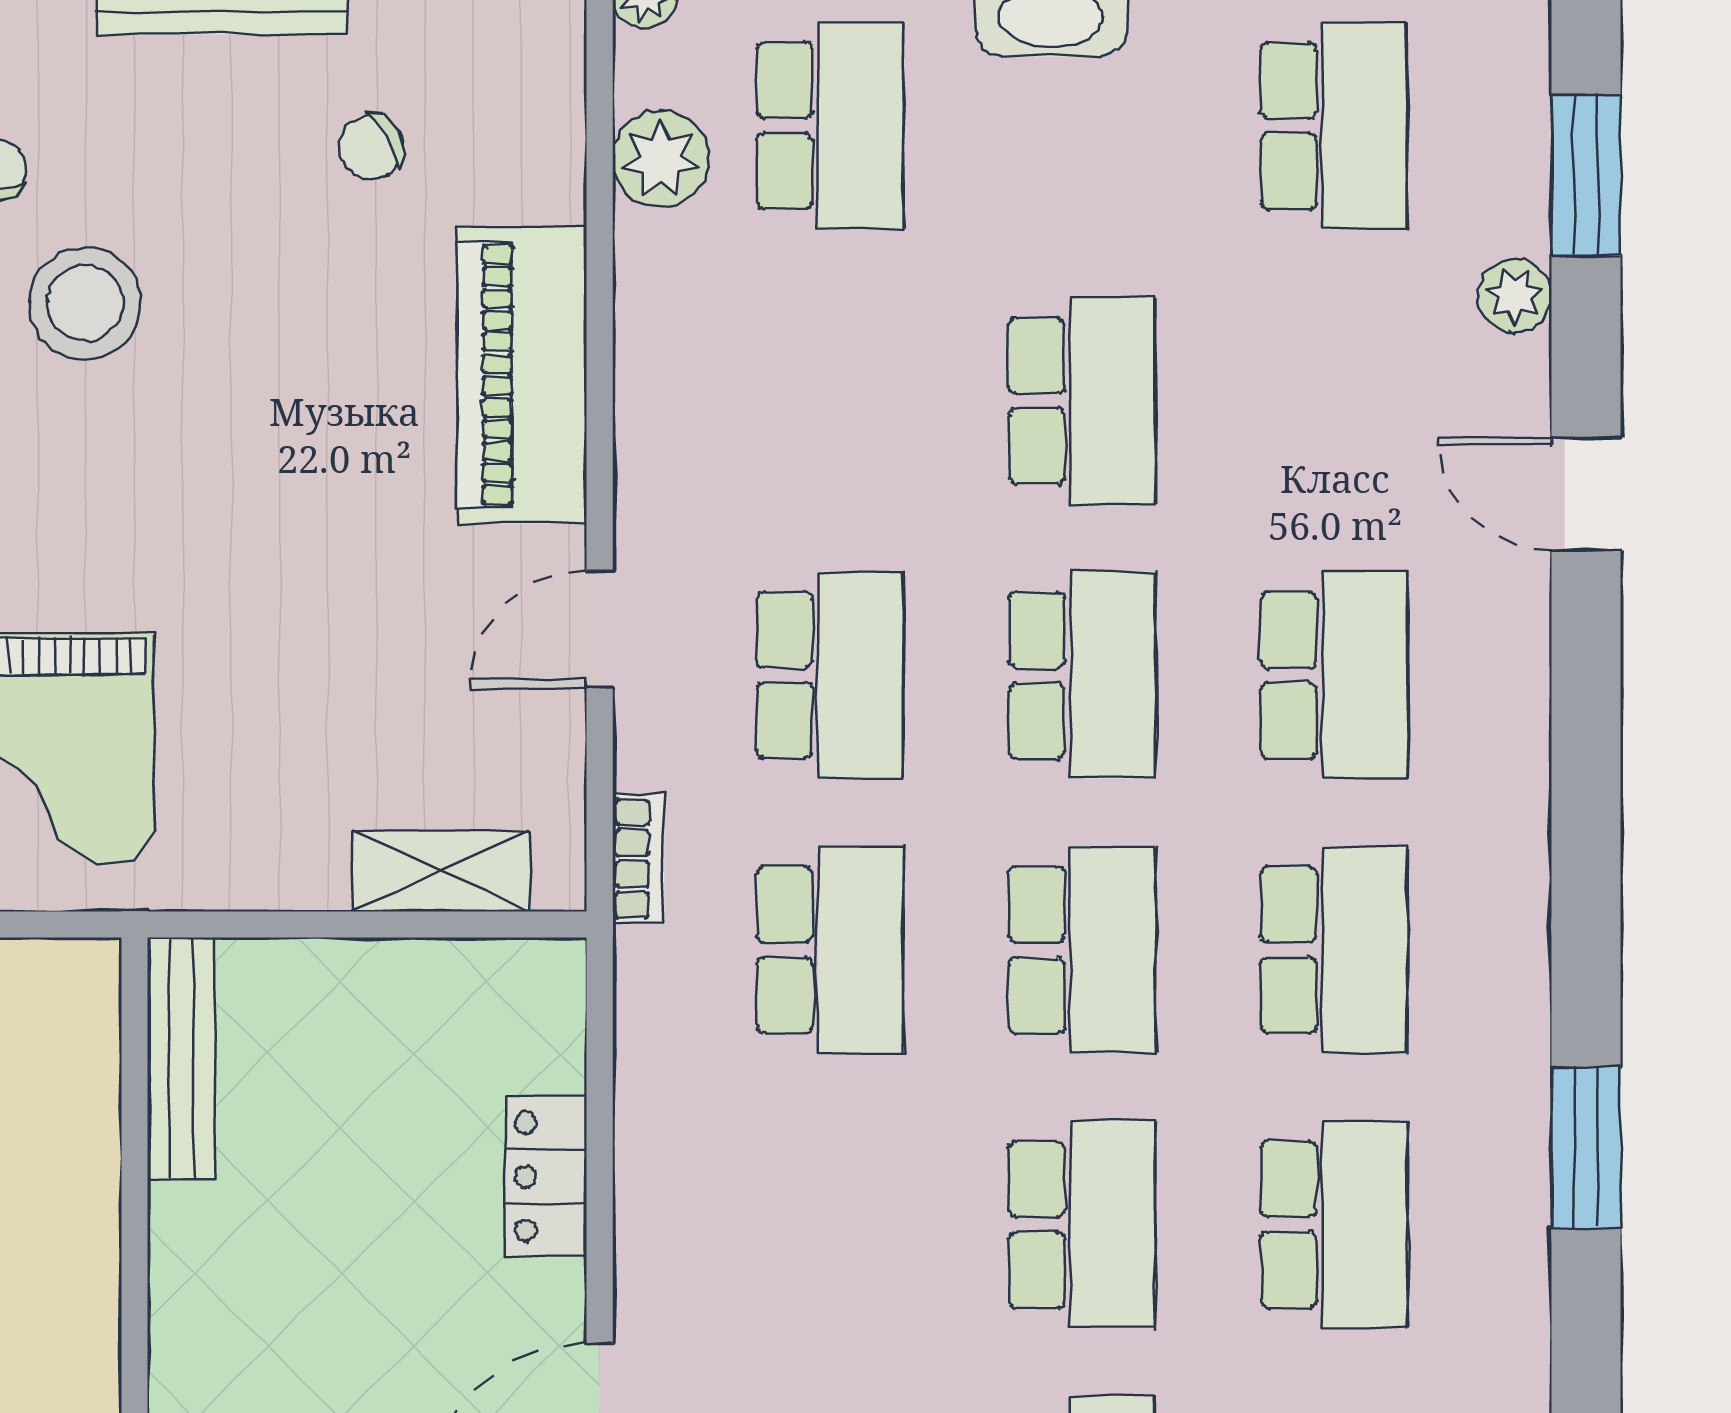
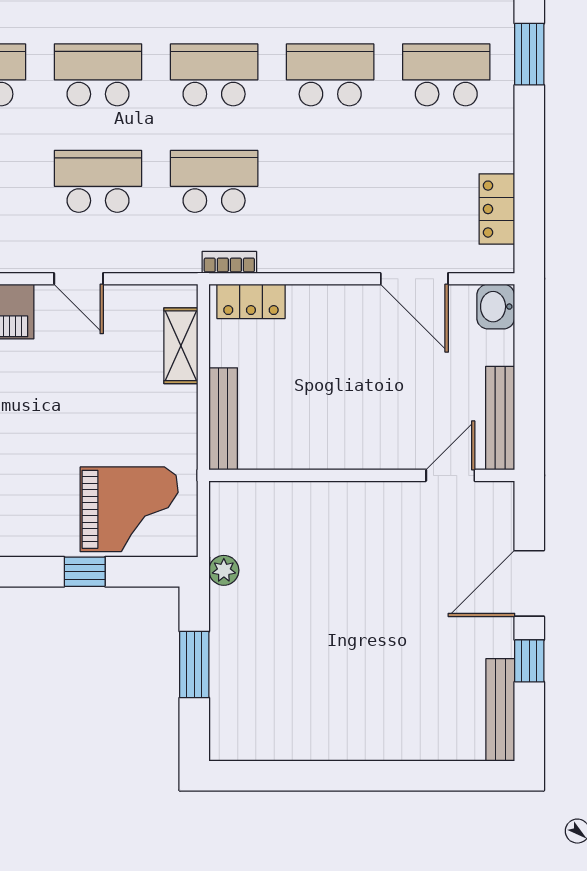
bookcase: (638, 859) -> (229, 262), moved
bench: (181, 1058) -> (223, 419), moved, turned 90
locker: (546, 1176) -> (251, 301), moved

